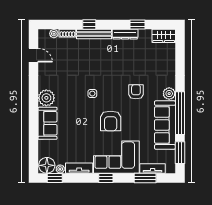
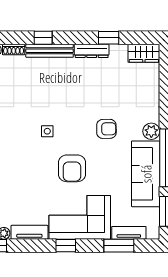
armchair: (136, 92) -> (106, 129), turned 89

